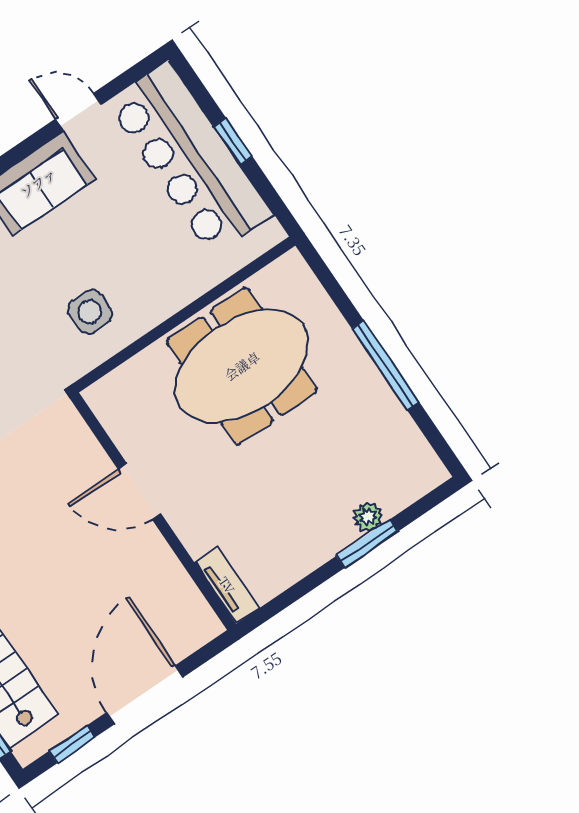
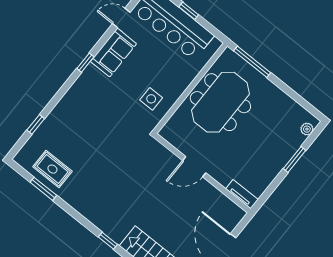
window: (385, 365) -> (252, 62), moved
plant: (368, 517) -> (307, 129), moved

